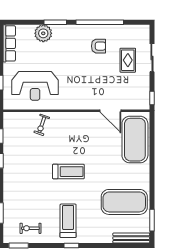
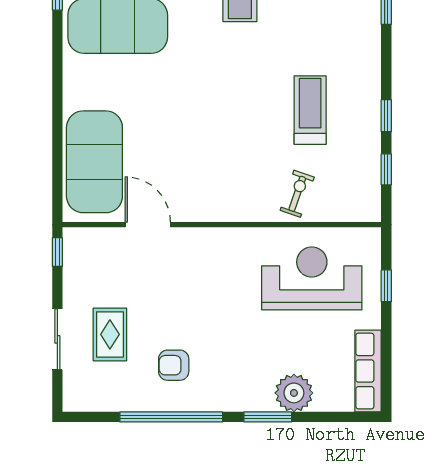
treadmill: (68, 172) -> (310, 110), moved, turned 90

